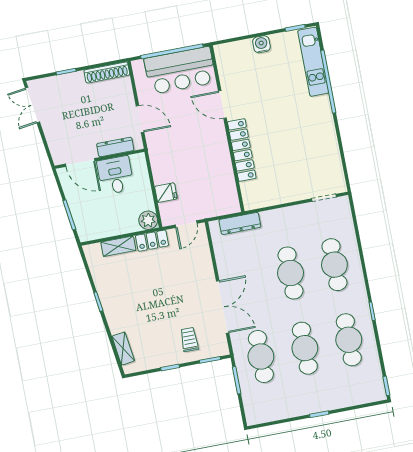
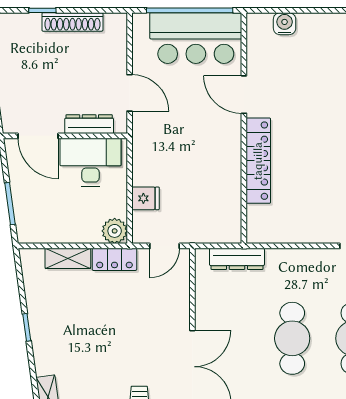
water cooler: (261, 44) -> (285, 24), moved
shoe rack: (107, 72) -> (72, 22), moved
desk: (116, 175) -> (90, 162), width x1.37

